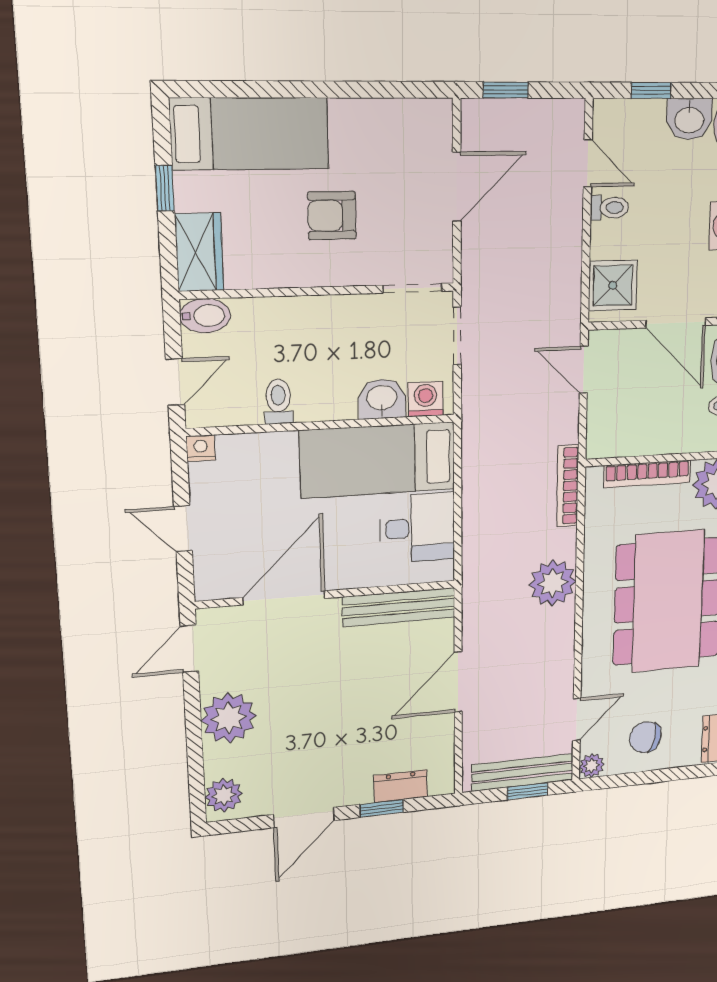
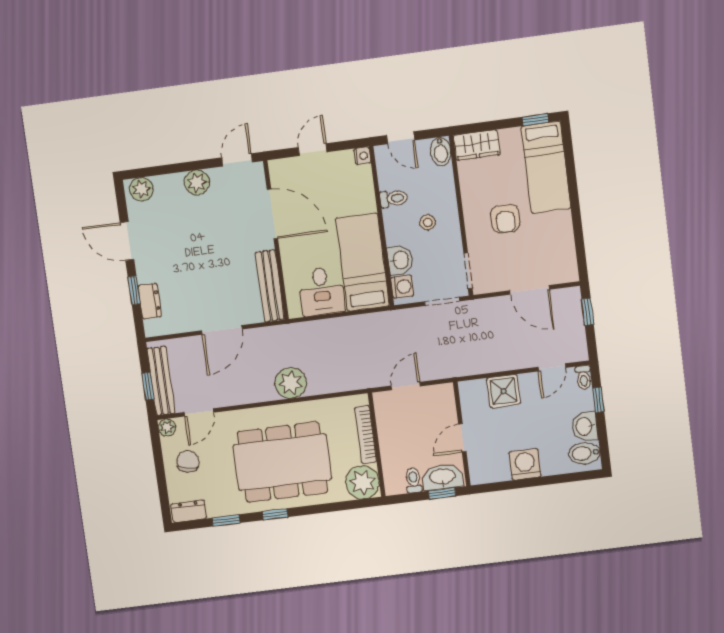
window: (165, 188) -> (535, 120), moved
toilet: (609, 208) -> (584, 377), moved
armchair: (332, 216) -> (505, 219), turned 180
shower: (613, 285) -> (504, 391), moved
door: (676, 323) -> (462, 438), width x0.73
stool: (324, 348) -> (428, 222), added
door: (584, 370) -> (406, 386), moved
bookcase: (568, 486) -> (354, 384), removed
door: (189, 649) -> (237, 160), hinge flipped
door: (458, 682) -> (222, 330), swing flipped
plant: (229, 718) -> (197, 182), width x0.73, depth x0.73
door: (577, 719) -> (199, 412), hinge flipped

